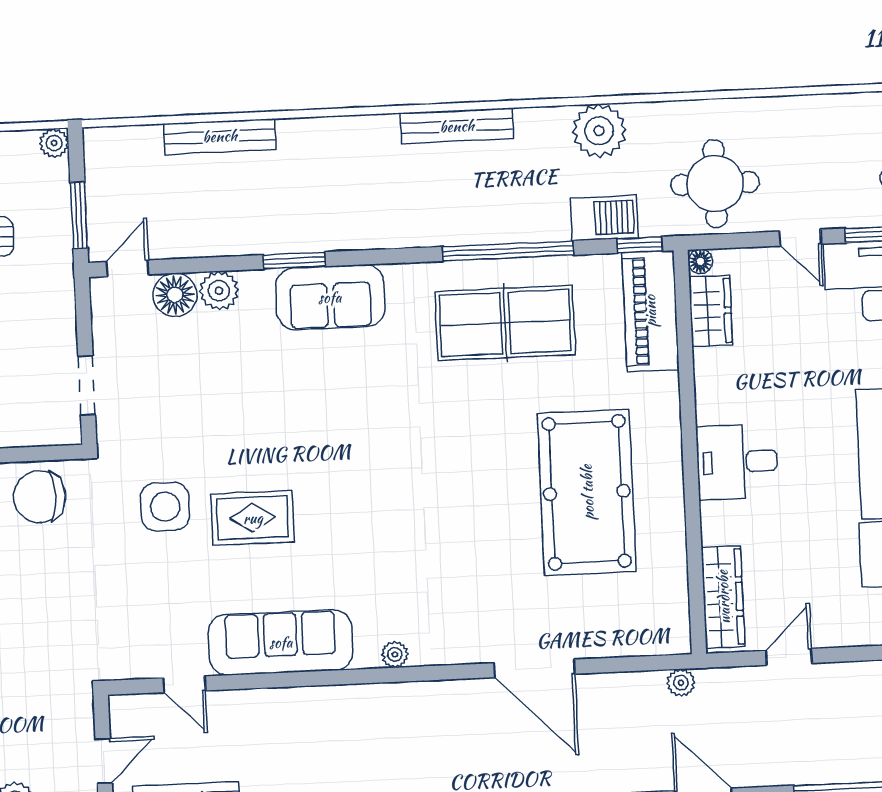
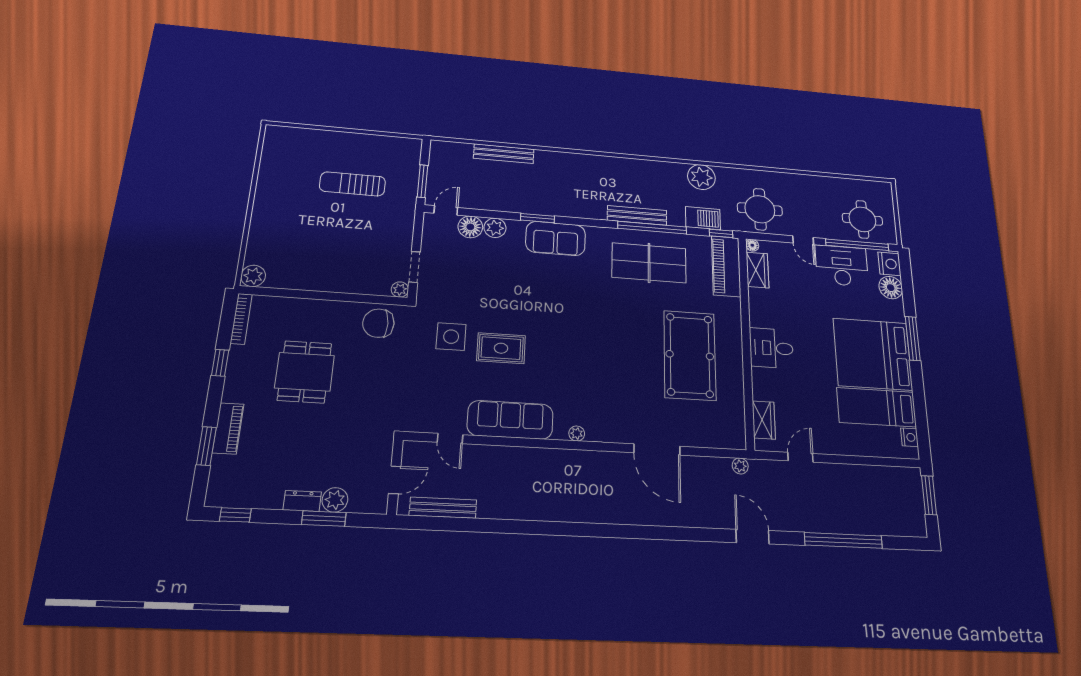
bench: (457, 126) -> (637, 215), moved
plant: (54, 143) -> (400, 289), moved
wardrobe: (723, 597) -> (764, 420), width x0.67

